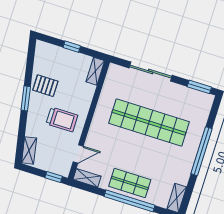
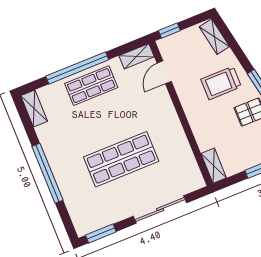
trolley: (62, 119) -> (221, 83), moved
shop shelf: (149, 122) -> (121, 159), width x0.71

